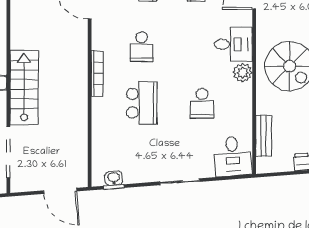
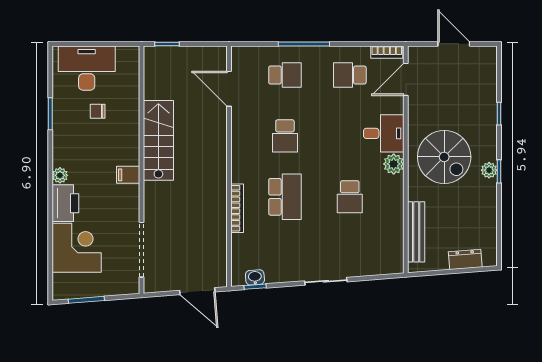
bookcase: (97, 73) -> (237, 208), moved
stairs: (24, 88) -> (158, 140), moved
bench: (264, 136) -> (416, 232), width x1.36
desk: (233, 156) -> (383, 254), removed

